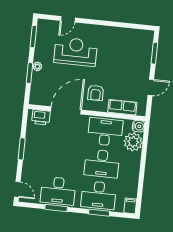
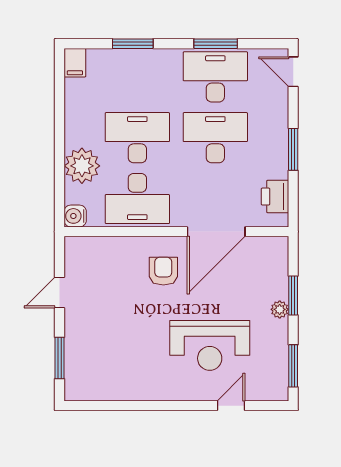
row of seats: (122, 107) -> (110, 249), removed
printer: (41, 117) -> (275, 197), moved, turned -90
plant: (133, 142) -> (82, 166), moved
desk: (99, 195) -> (215, 138), moved

